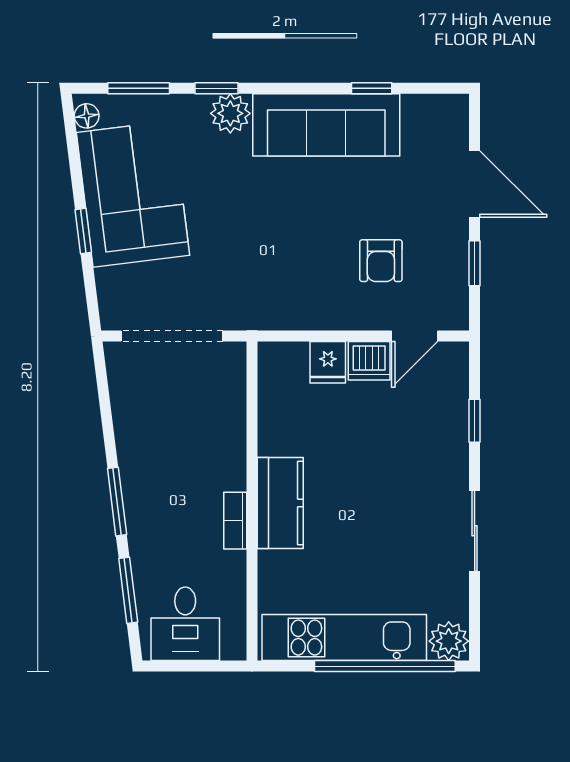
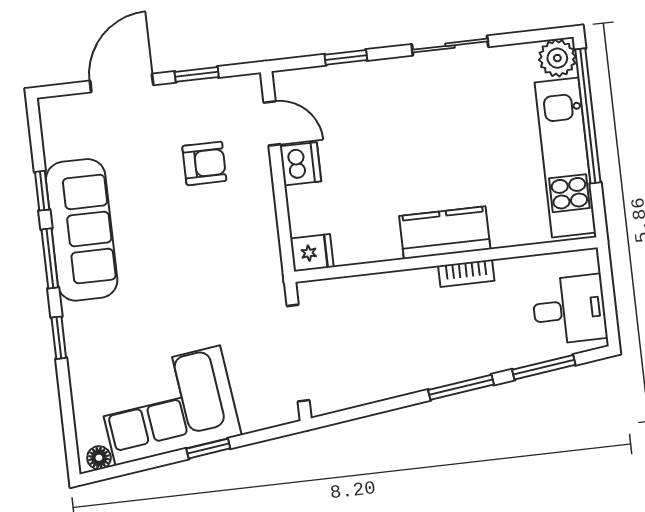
window: (139, 88) -> (50, 258), moved
plant: (230, 113) -> (81, 322), removed
fridge: (328, 362) -> (312, 253), moved

